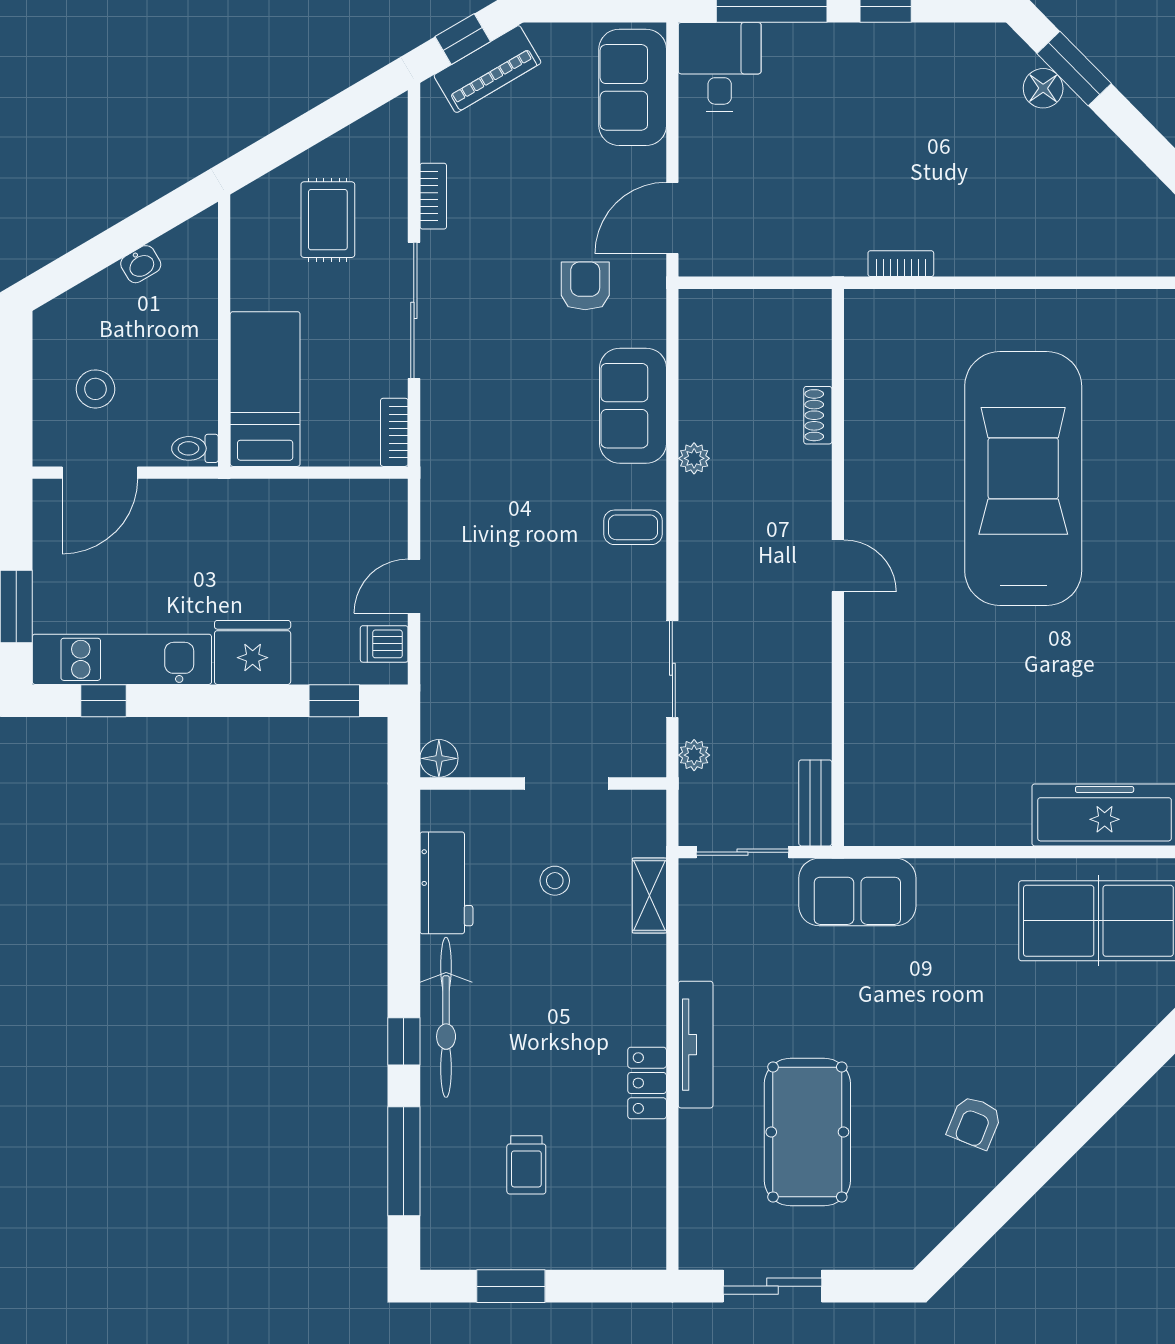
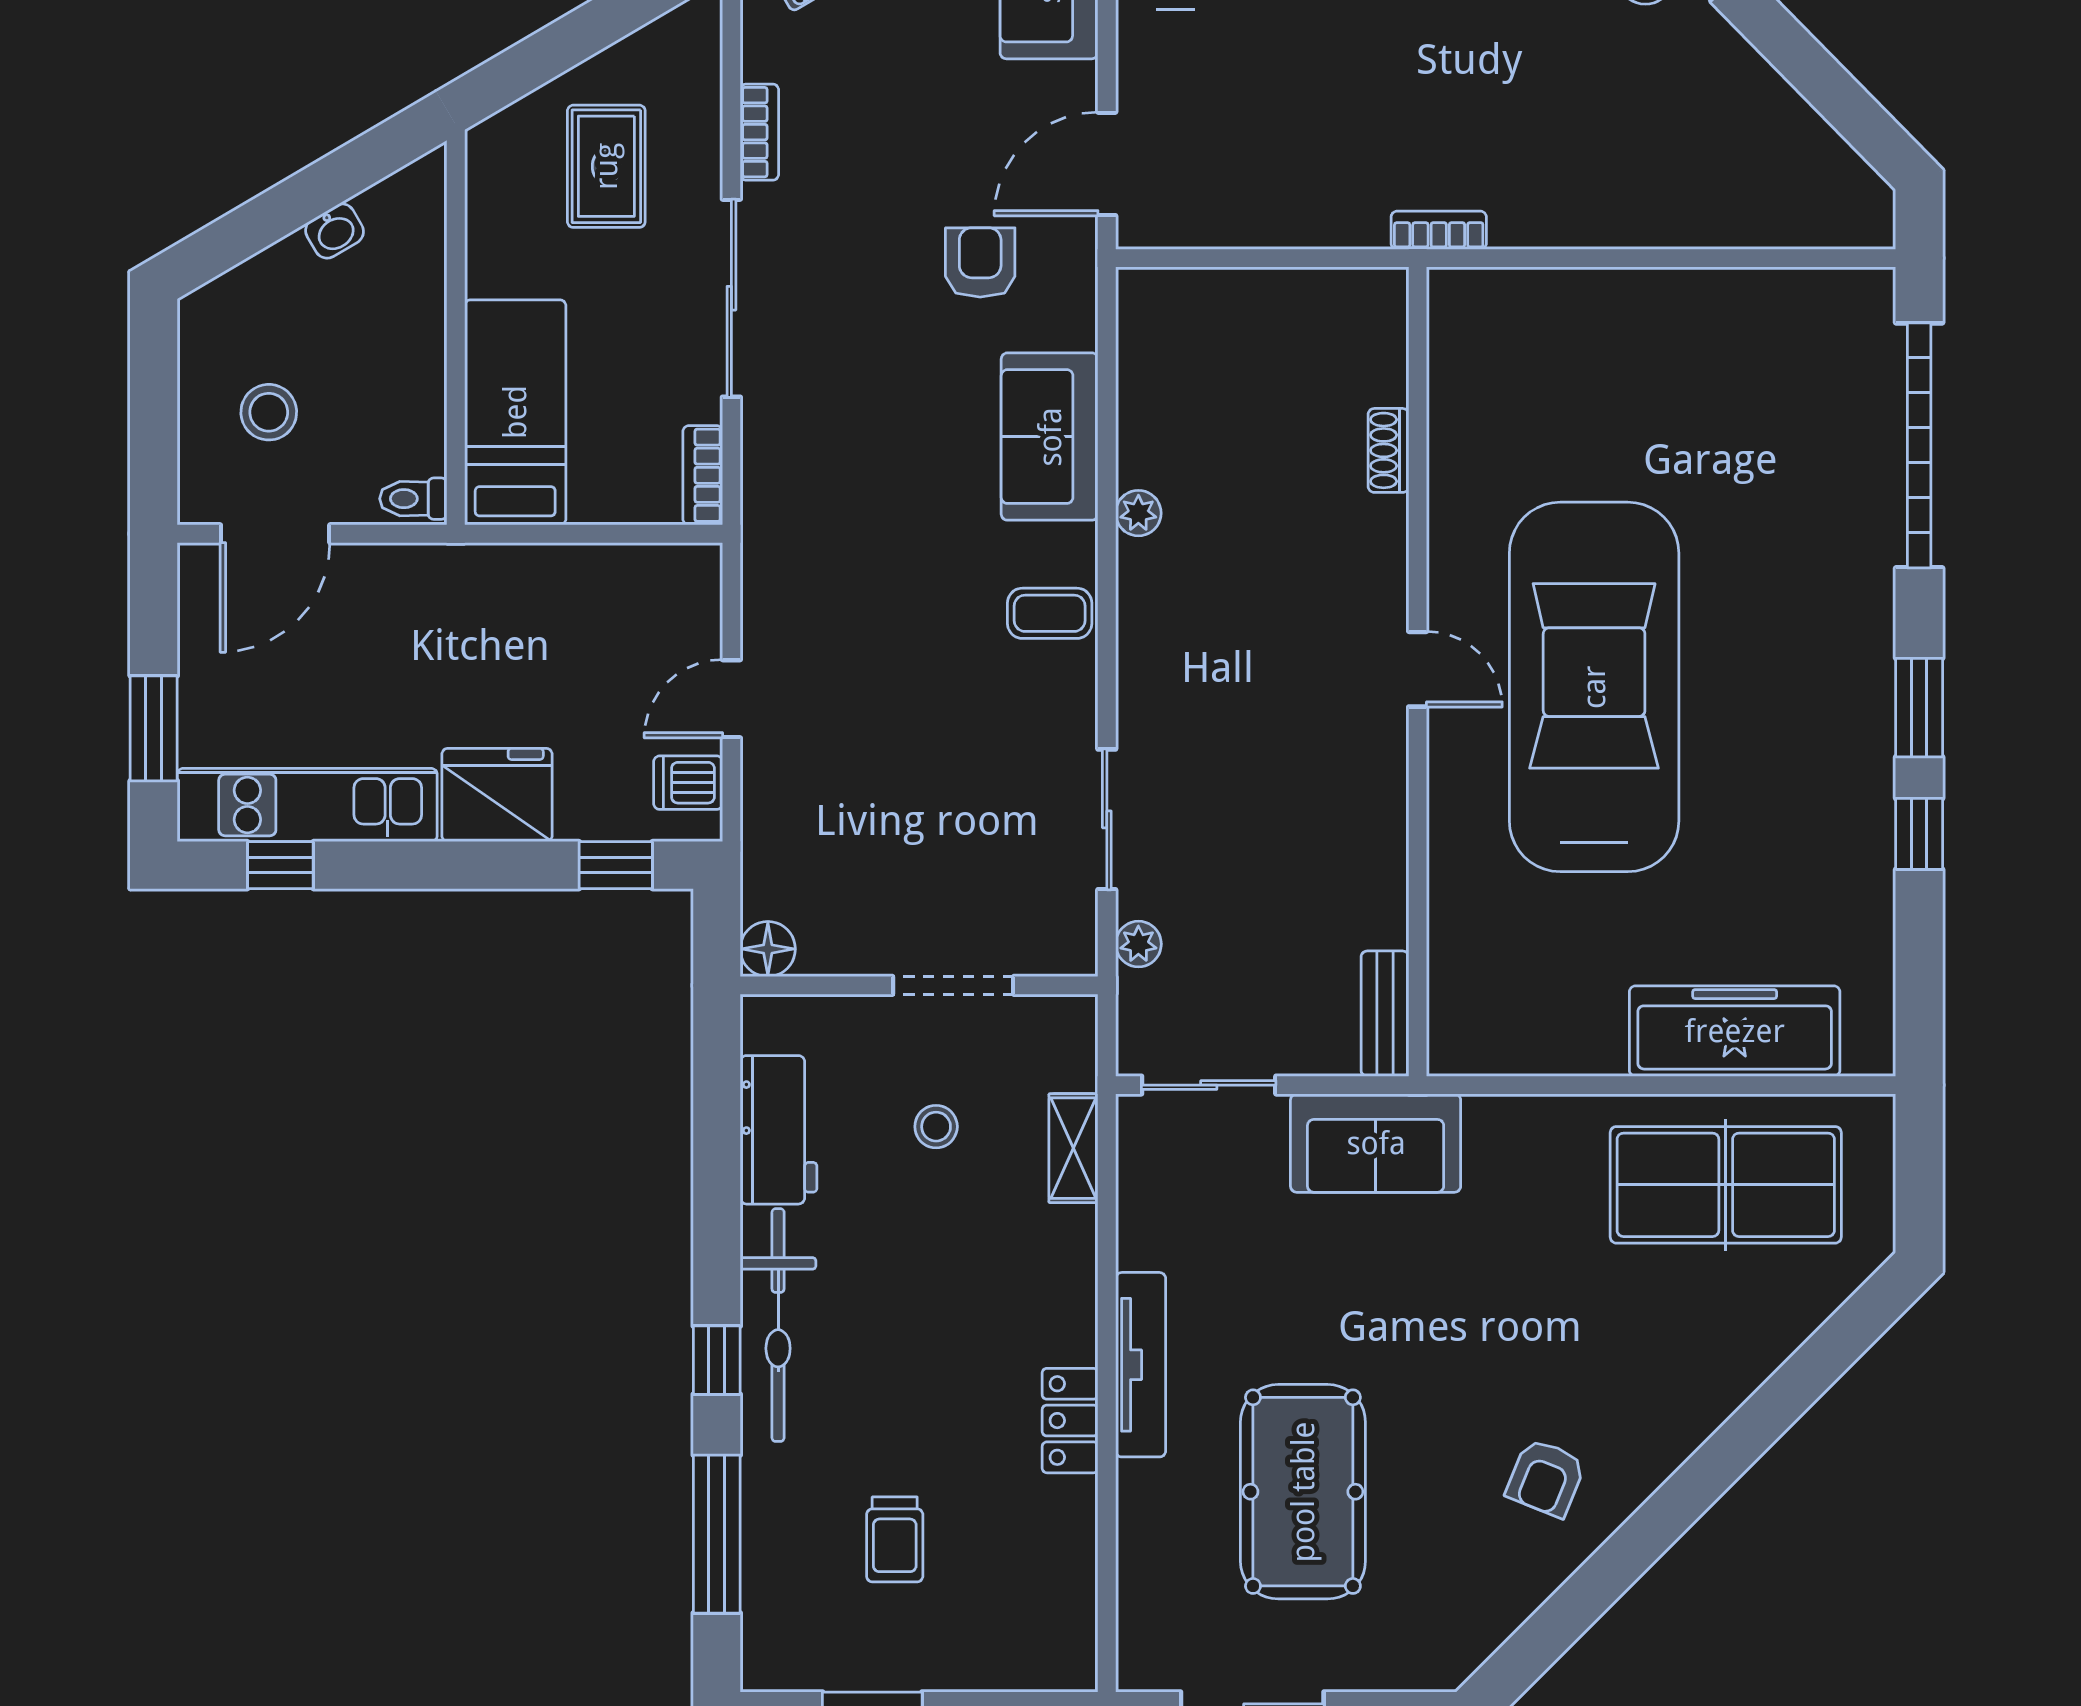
shoe rack: (818, 415) -> (1388, 450), moved
car: (1023, 479) -> (1594, 687), moved
door: (838, 566) -> (1418, 669), moved
wall: (838, 567) -> (1418, 672), moved
bench: (815, 803) -> (1385, 1014), moved

